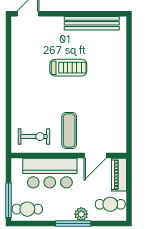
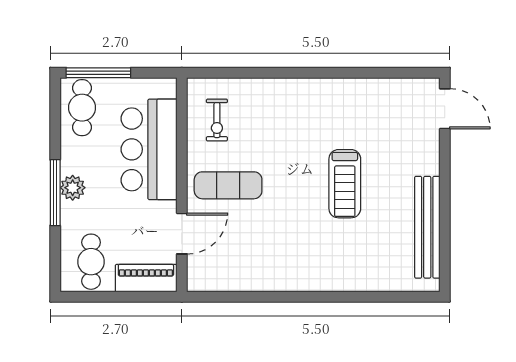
exercise bike: (34, 137) -> (217, 120), width x0.73, depth x0.72
door: (95, 155) -> (182, 234), swing flipped
plant: (81, 214) -> (73, 188), moved

